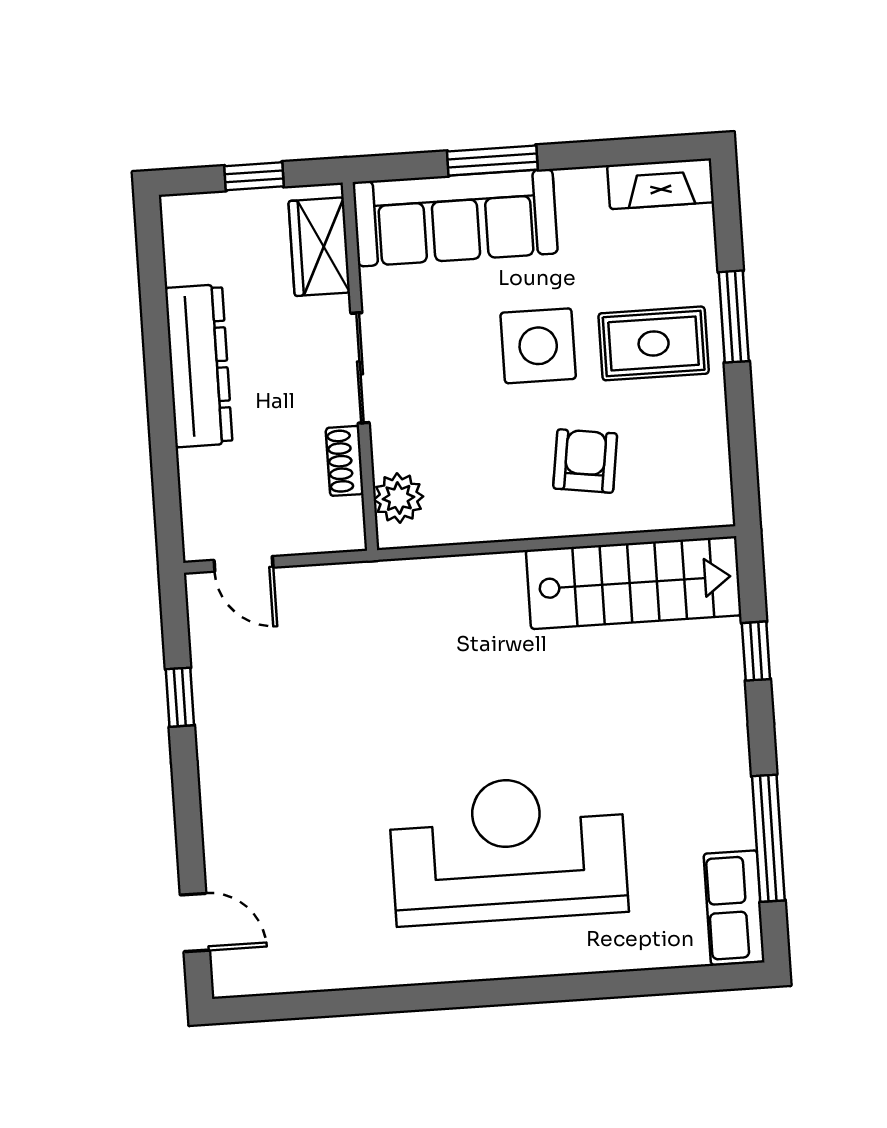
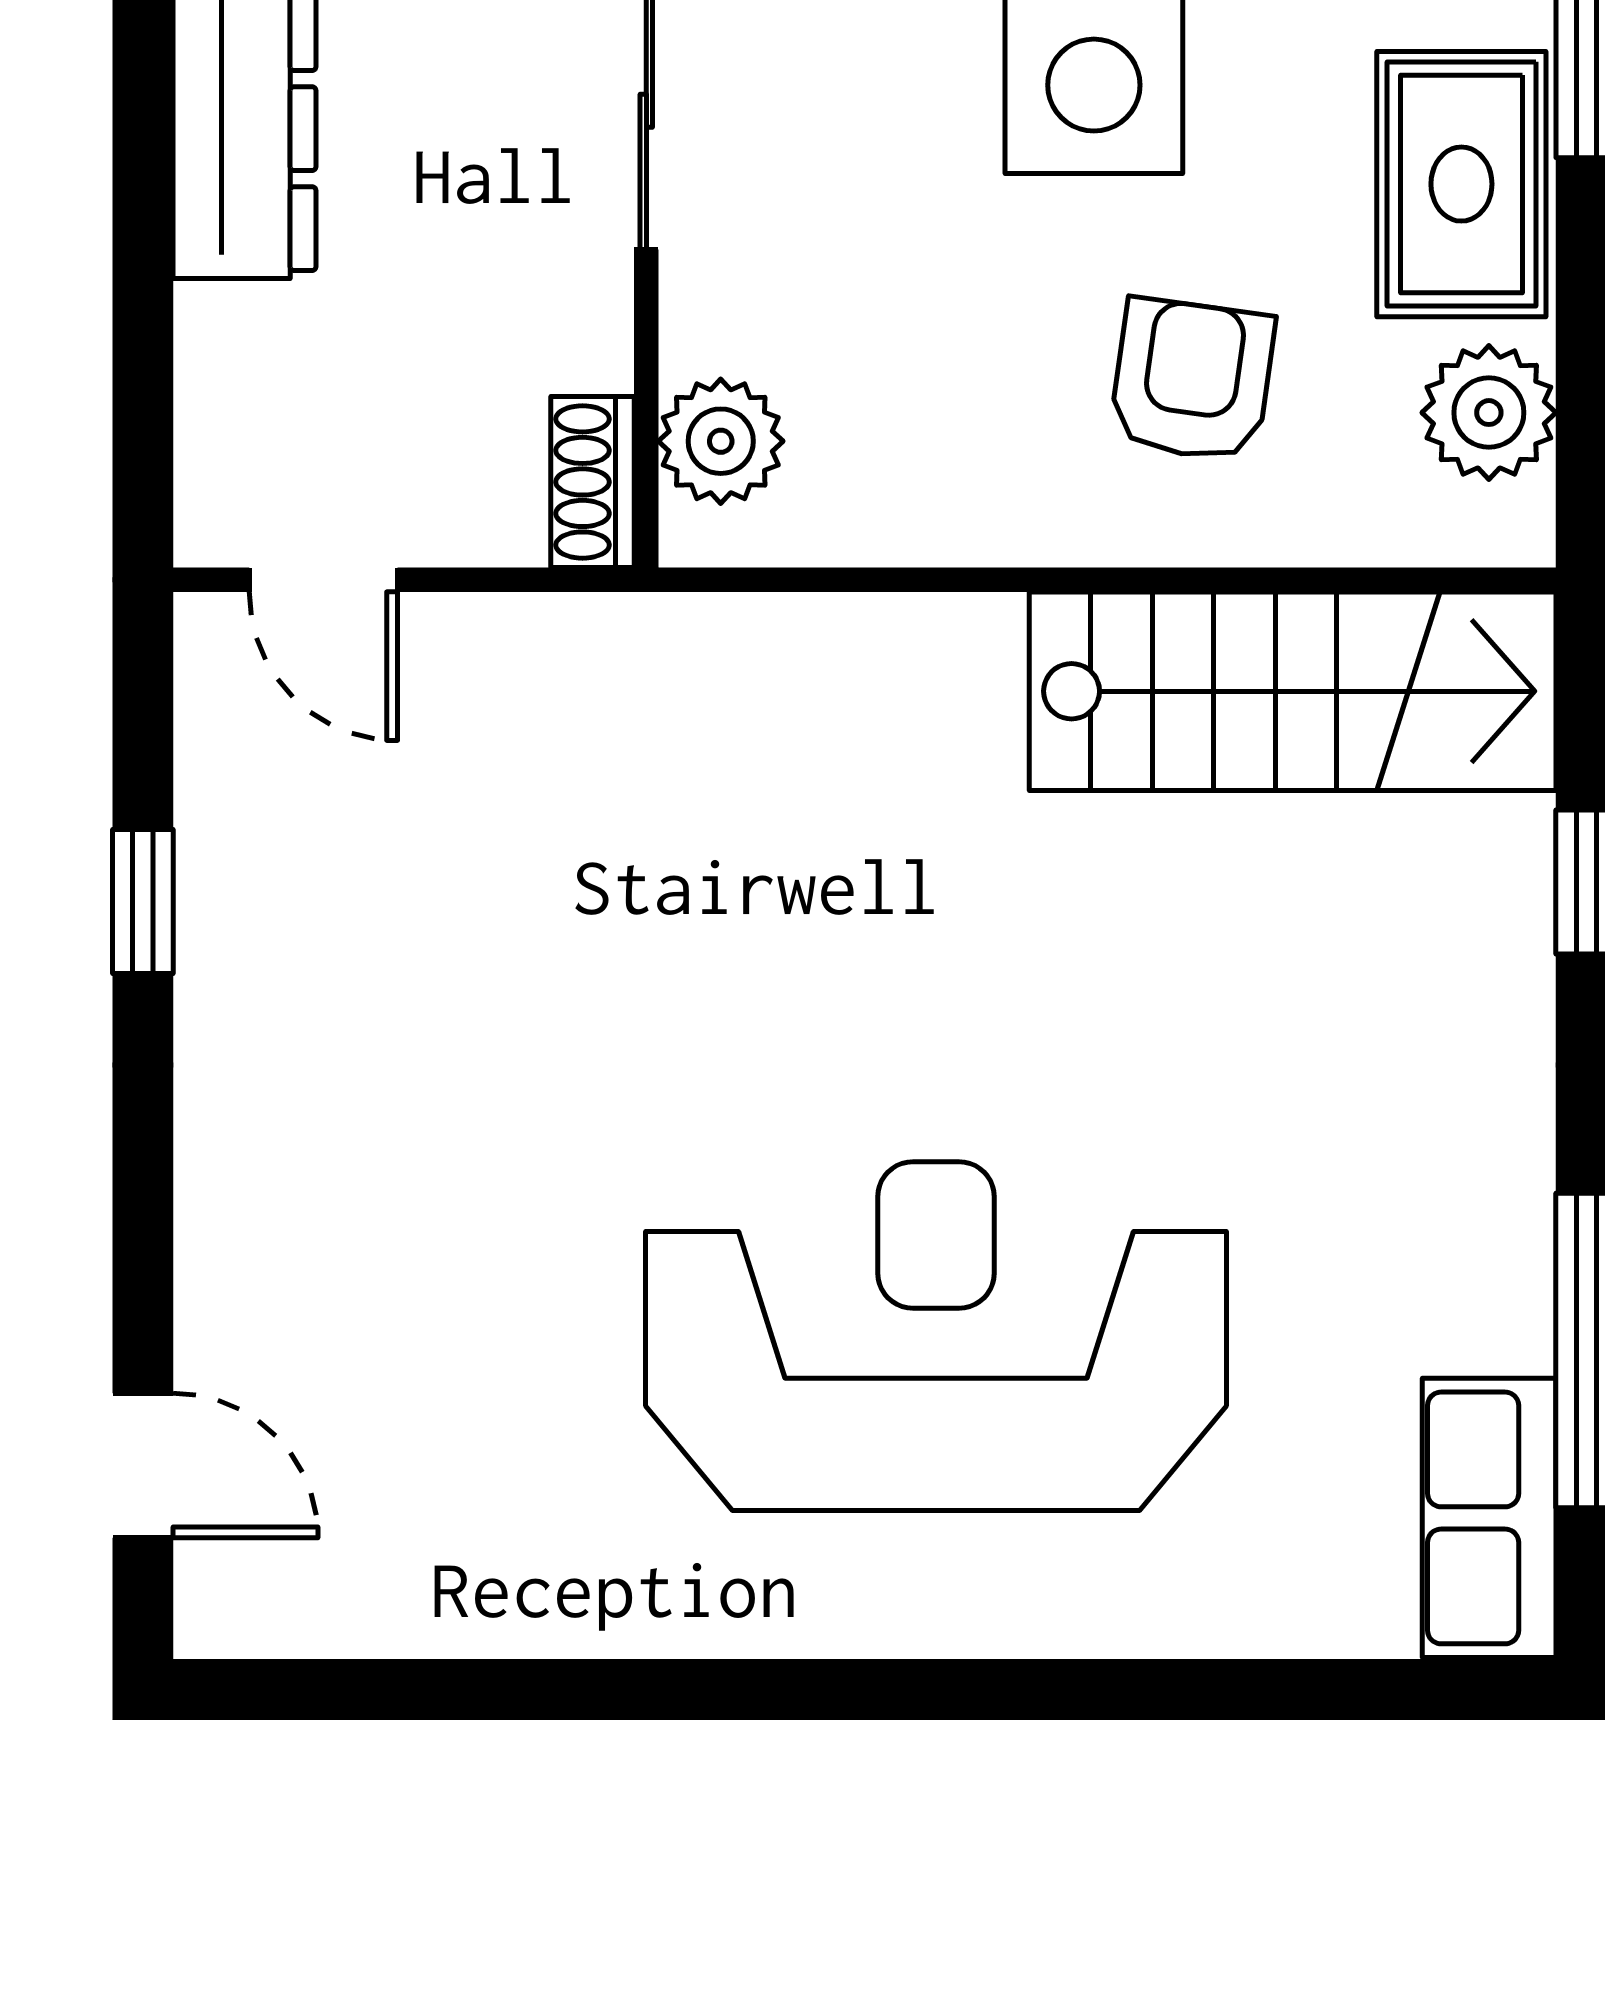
rug: (654, 343) -> (1461, 184), moved, turned 90
shoe rack: (345, 461) -> (593, 482), moved
plant: (705, 466) -> (1489, 413), added

